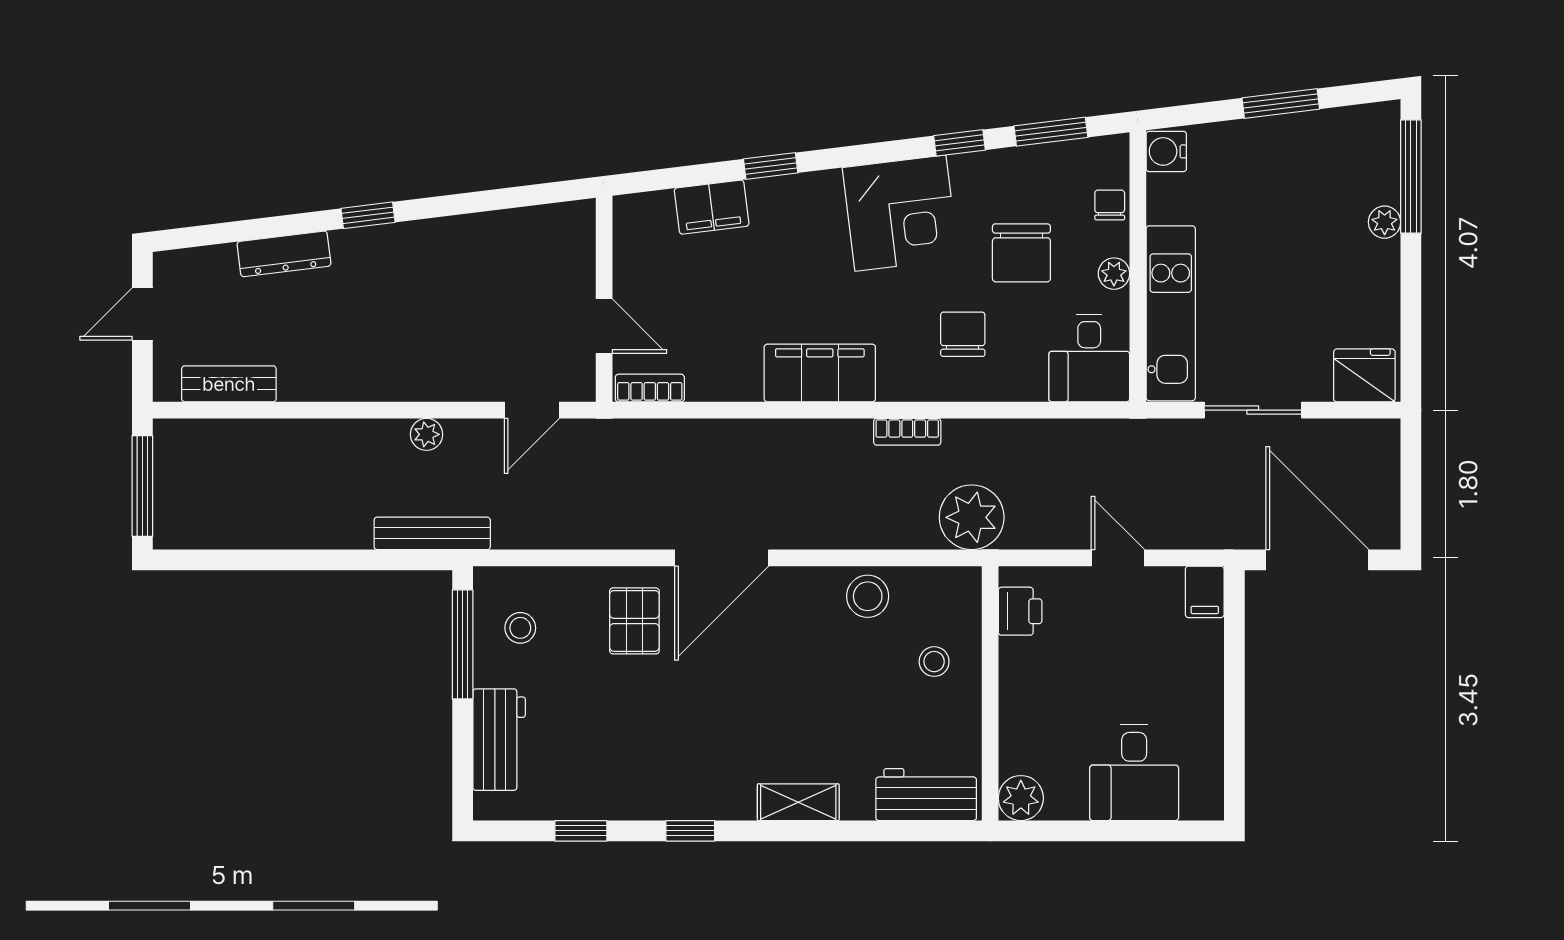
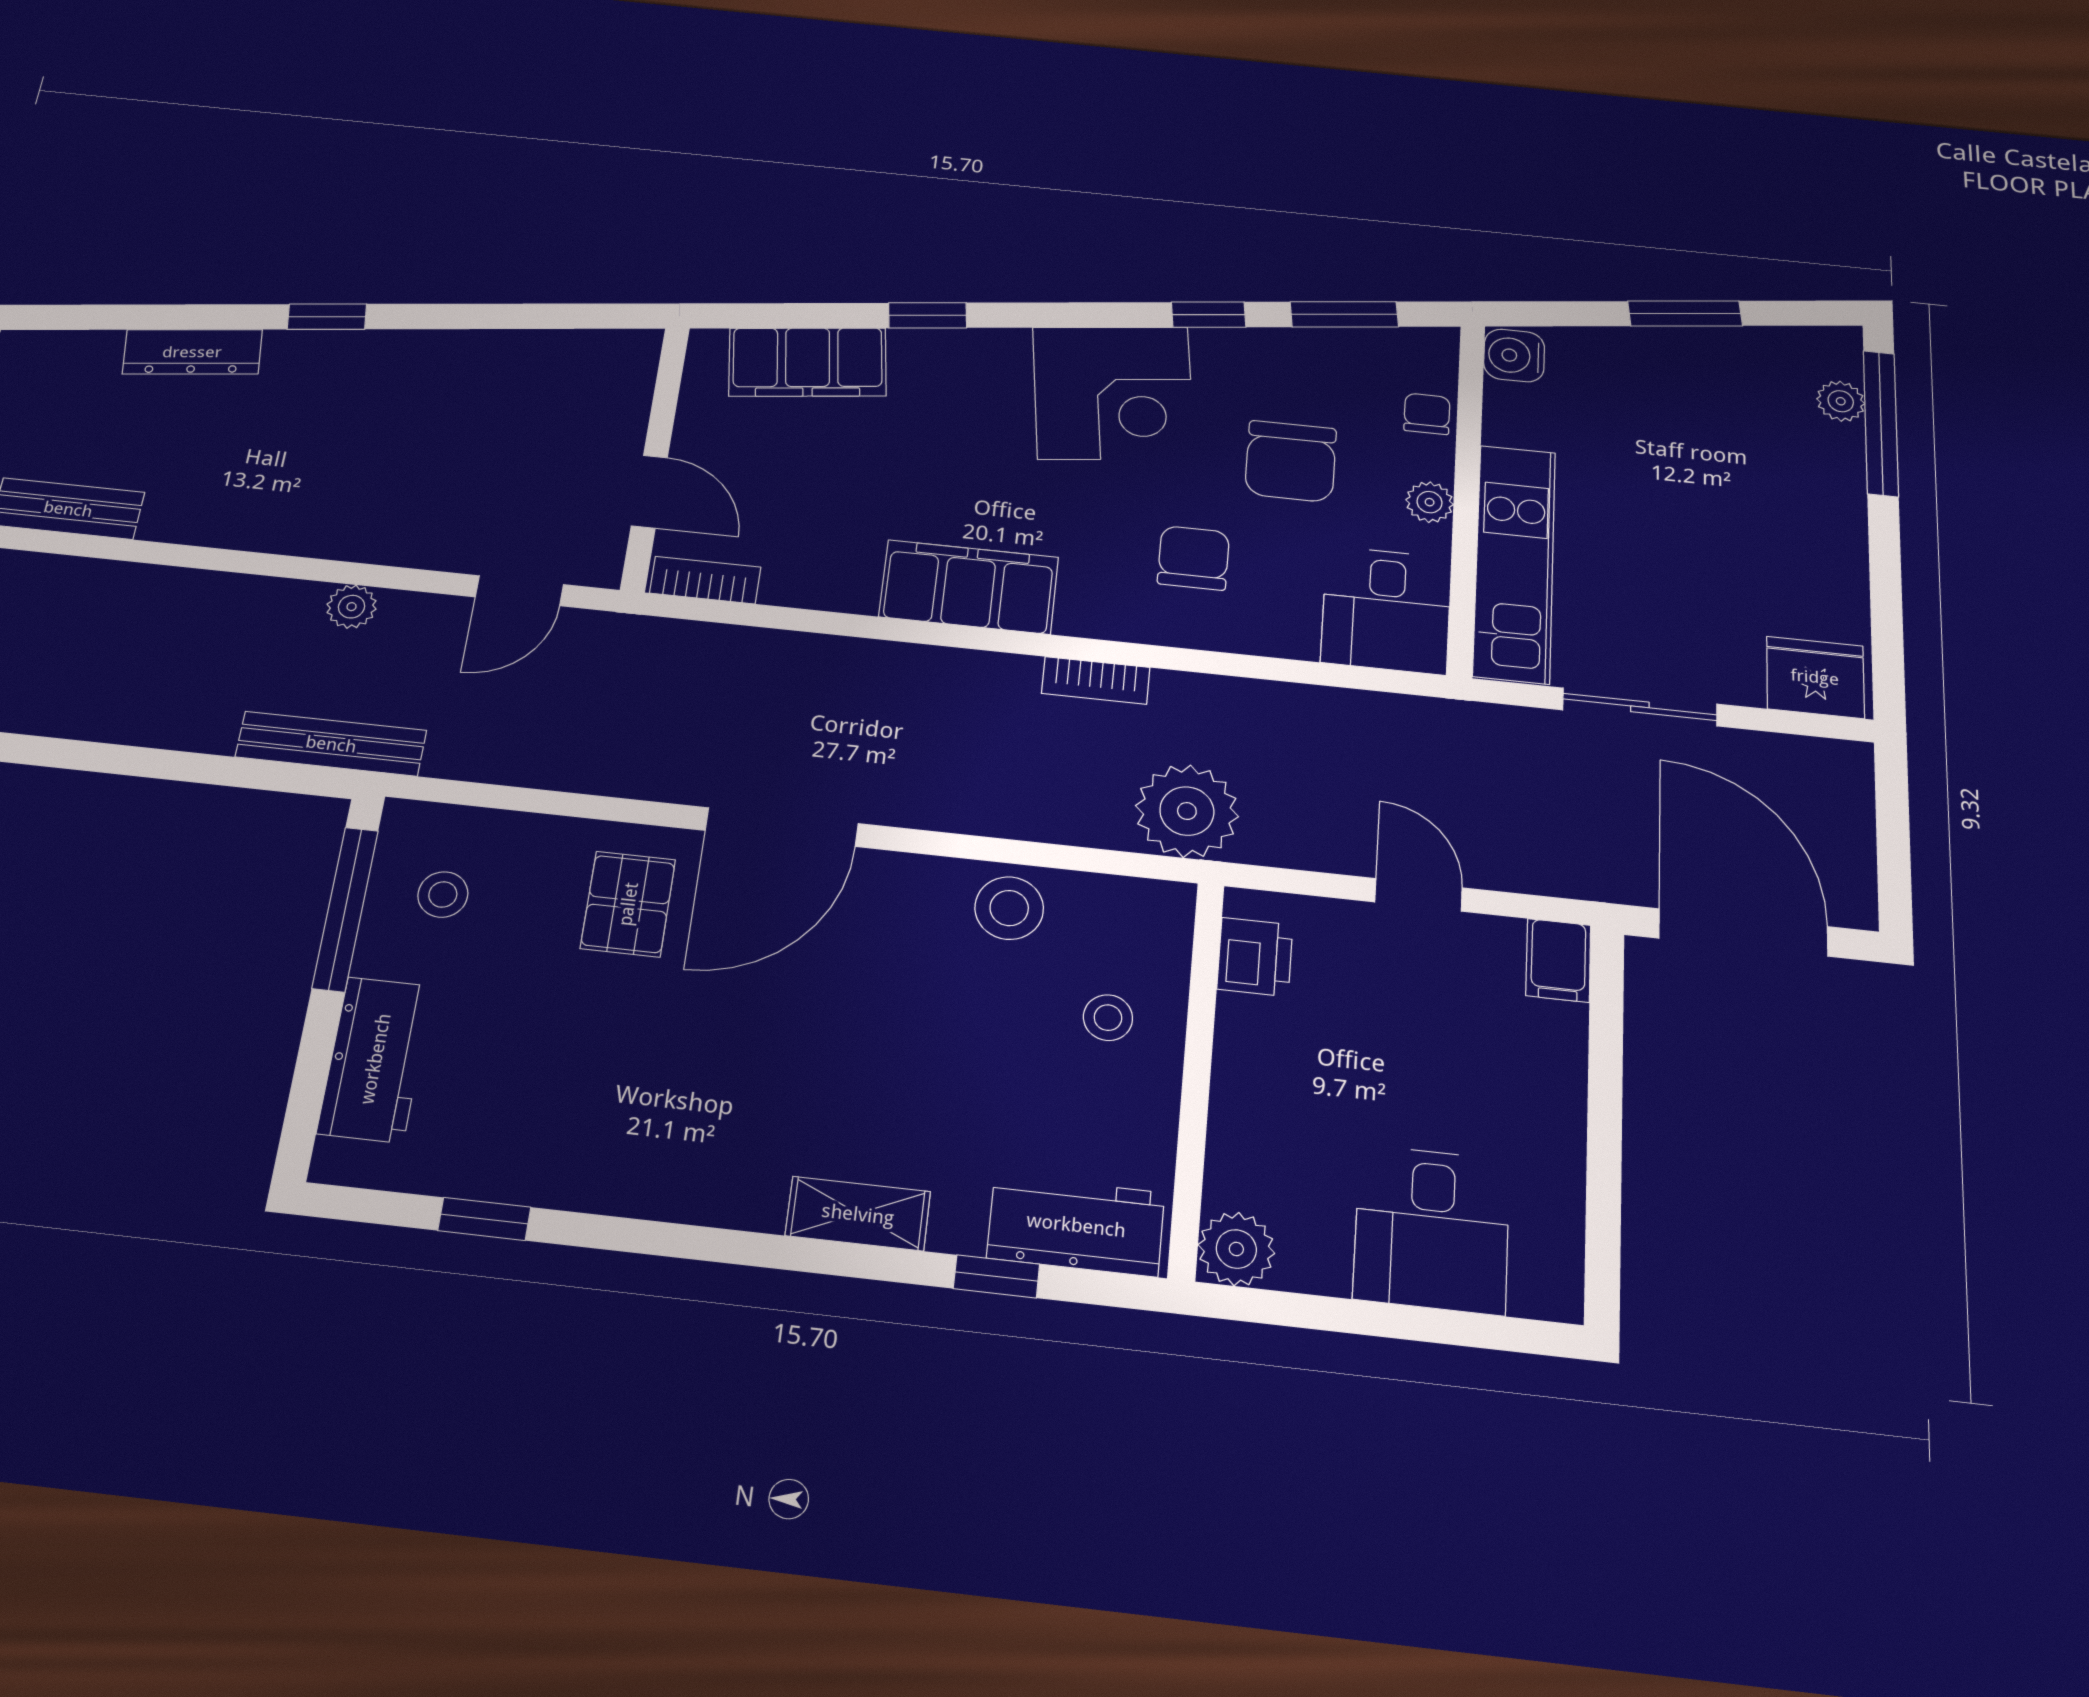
filing cabinet: (712, 207) -> (808, 362), width x1.50, depth x1.17
plant: (1385, 222) -> (1841, 401), moved
window: (690, 831) -> (996, 1276), moved

